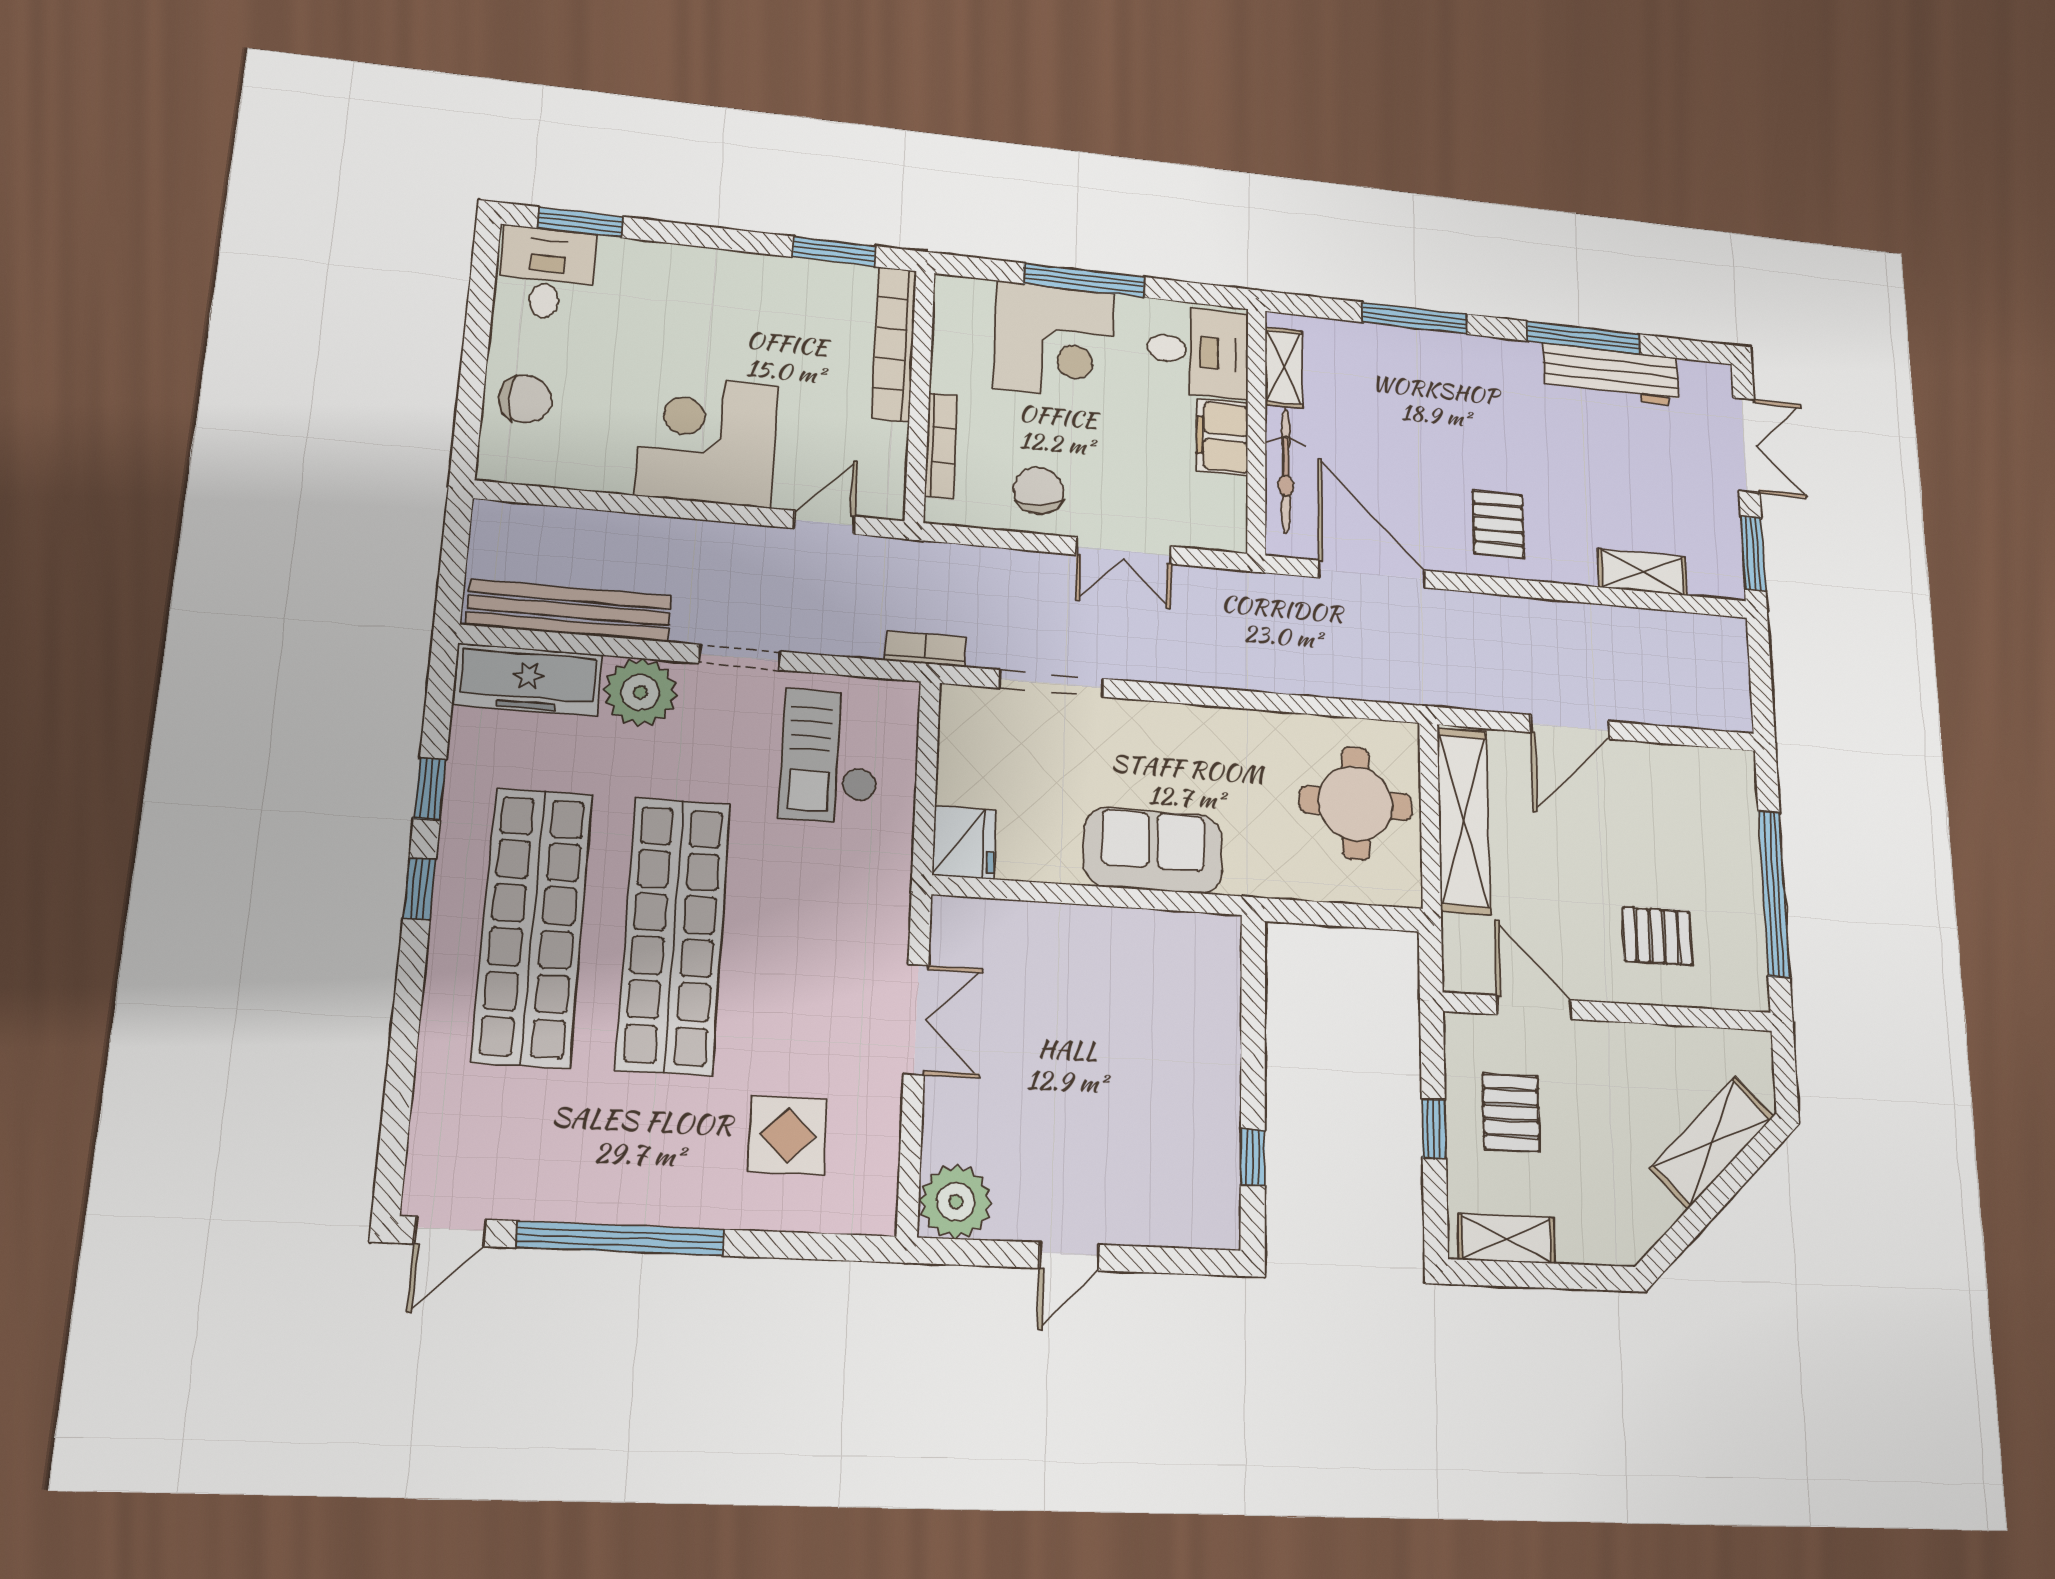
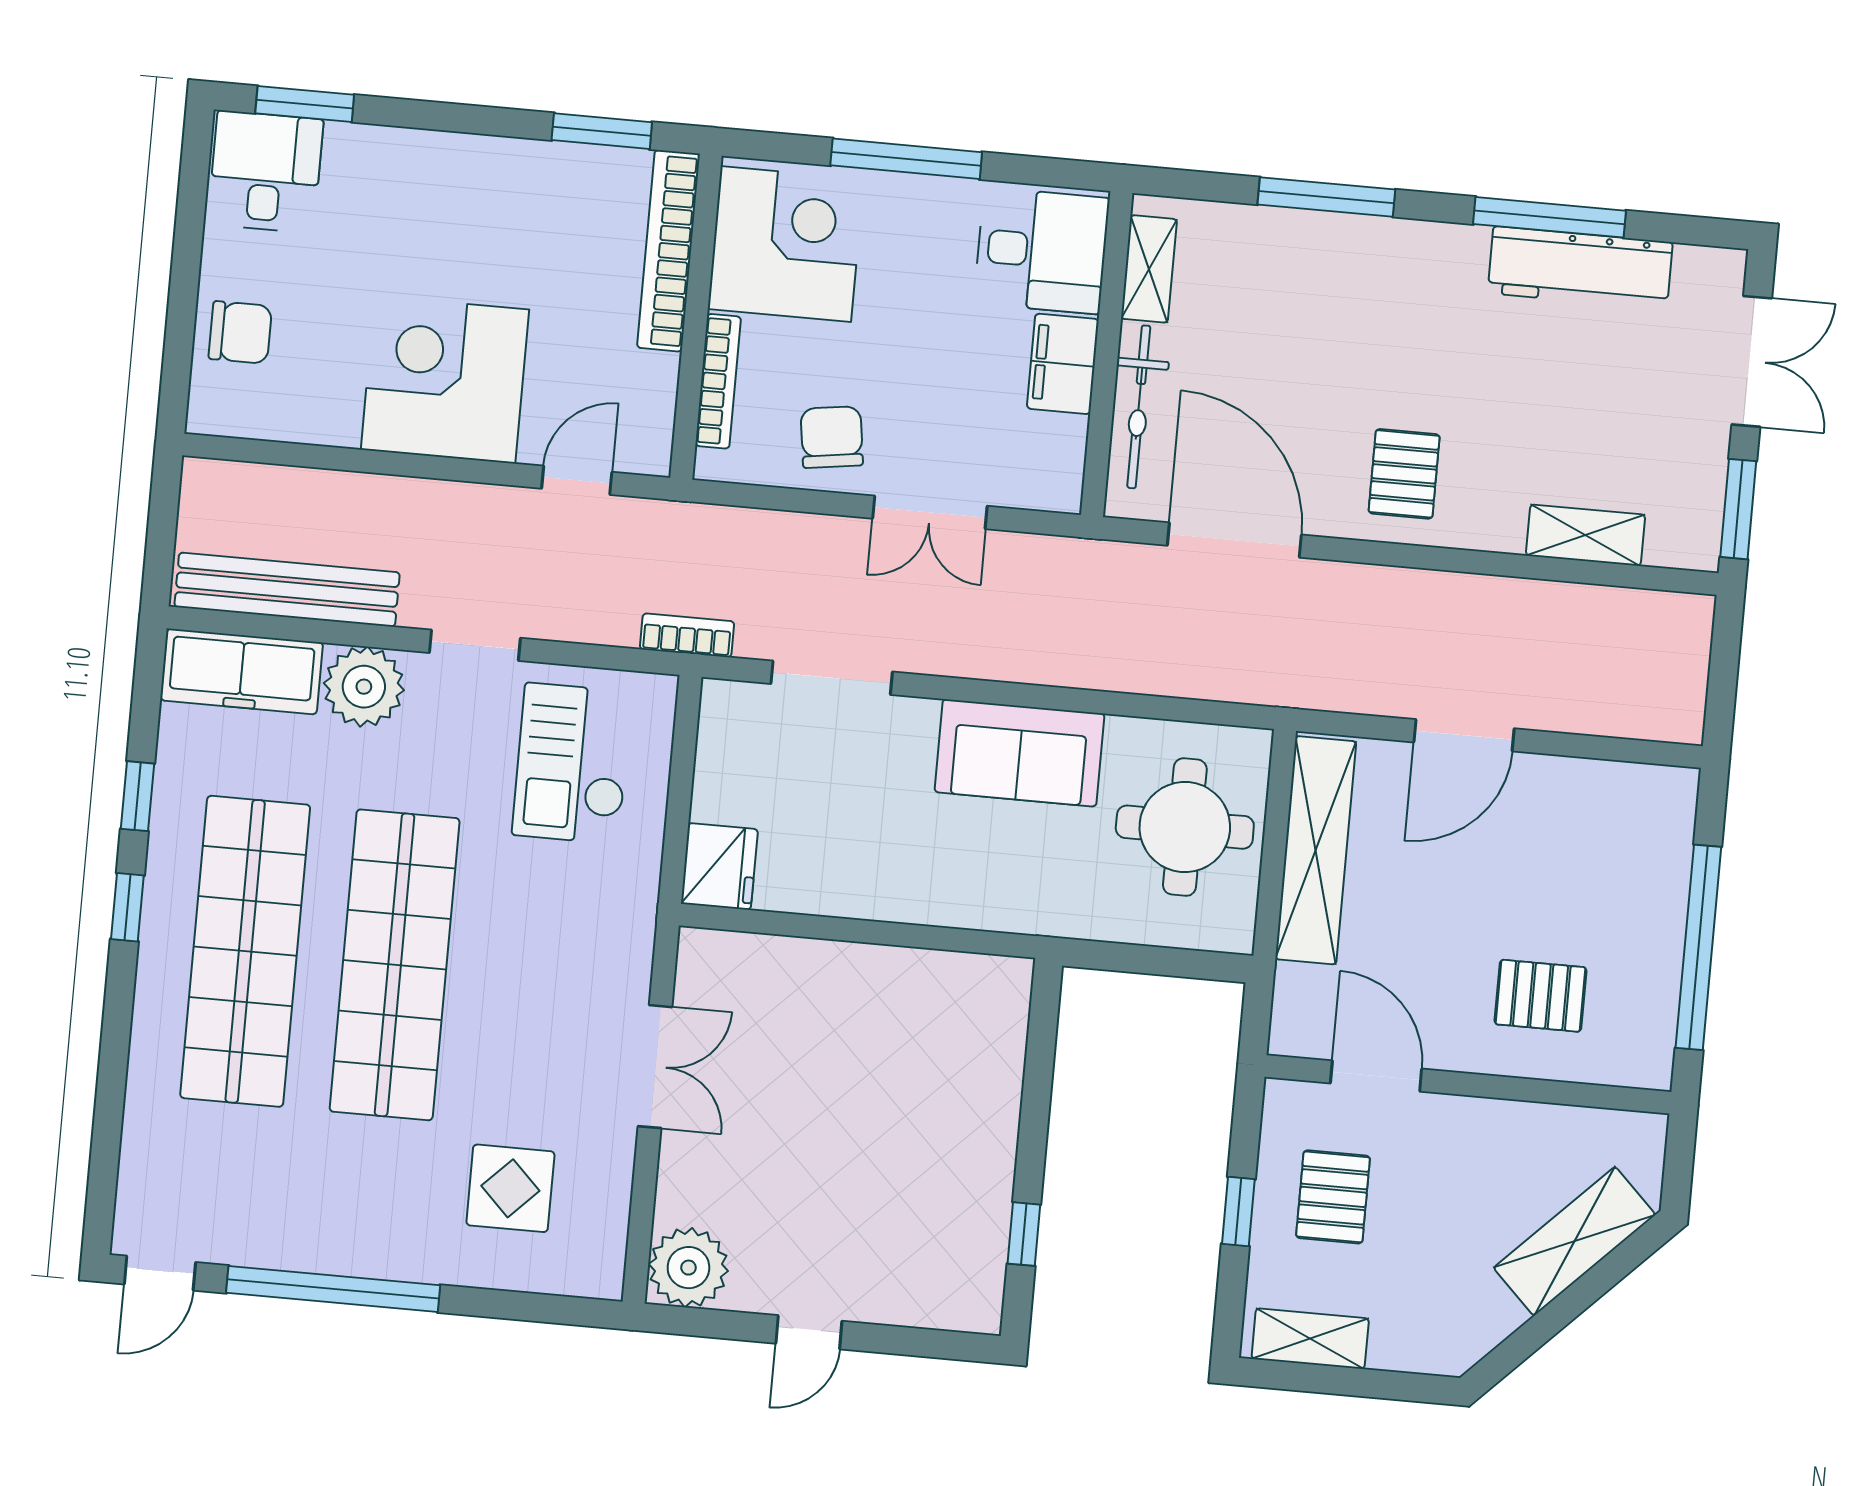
corner desk: (1054, 340) -> (786, 244), moved, turned -90
sofa: (1153, 851) -> (1019, 753), moved, turned 180

